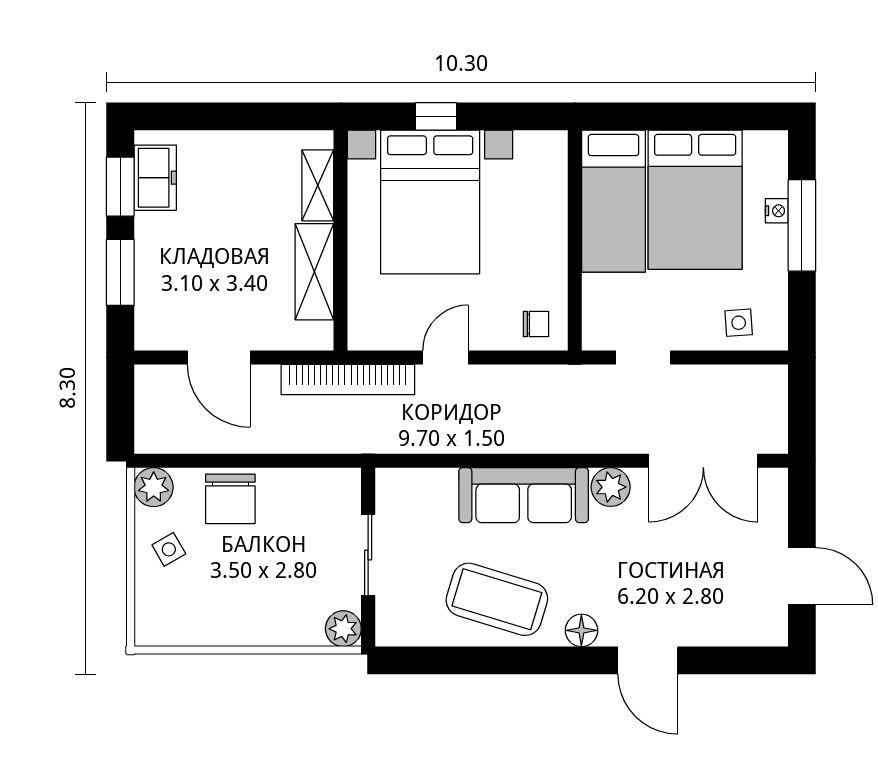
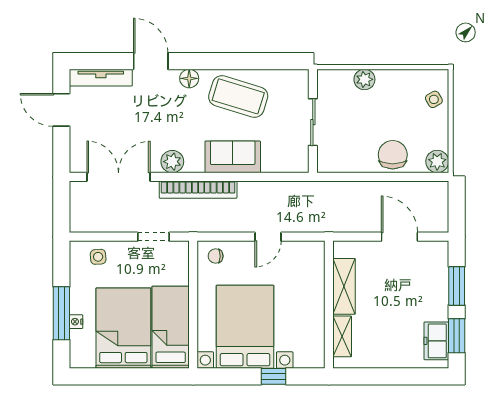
bed with nightstands: (430, 202) -> (245, 327), moved
bookcase: (348, 379) -> (198, 190), moved, turned 180
sofa: (524, 495) -> (233, 157), width x0.73
side table: (169, 549) -> (434, 99), moved
plant: (343, 629) -> (364, 79), moved
tv unit: (734, 632) -> (101, 78), added

